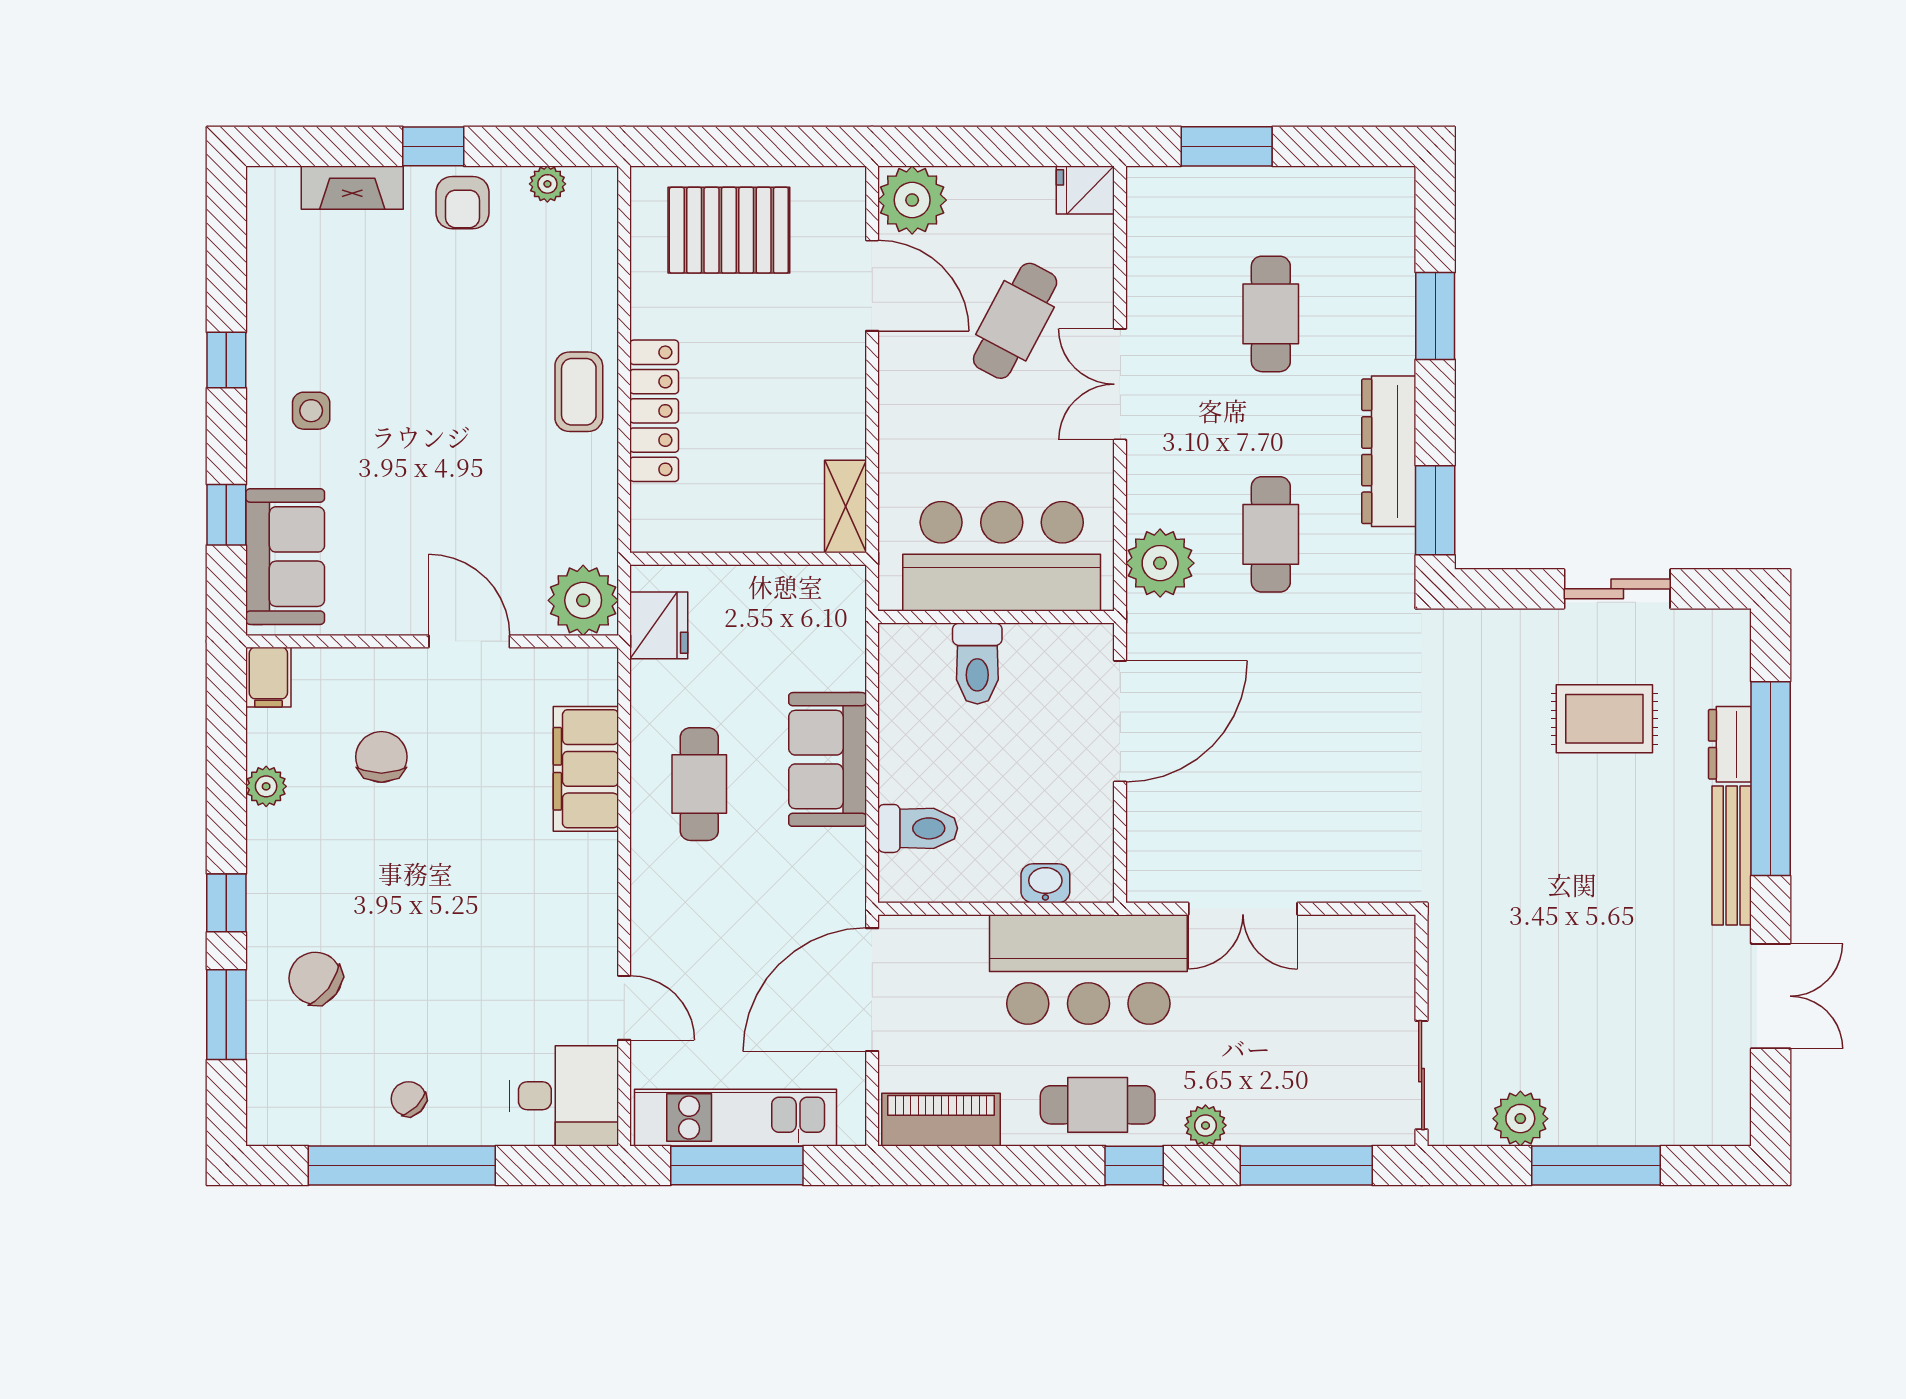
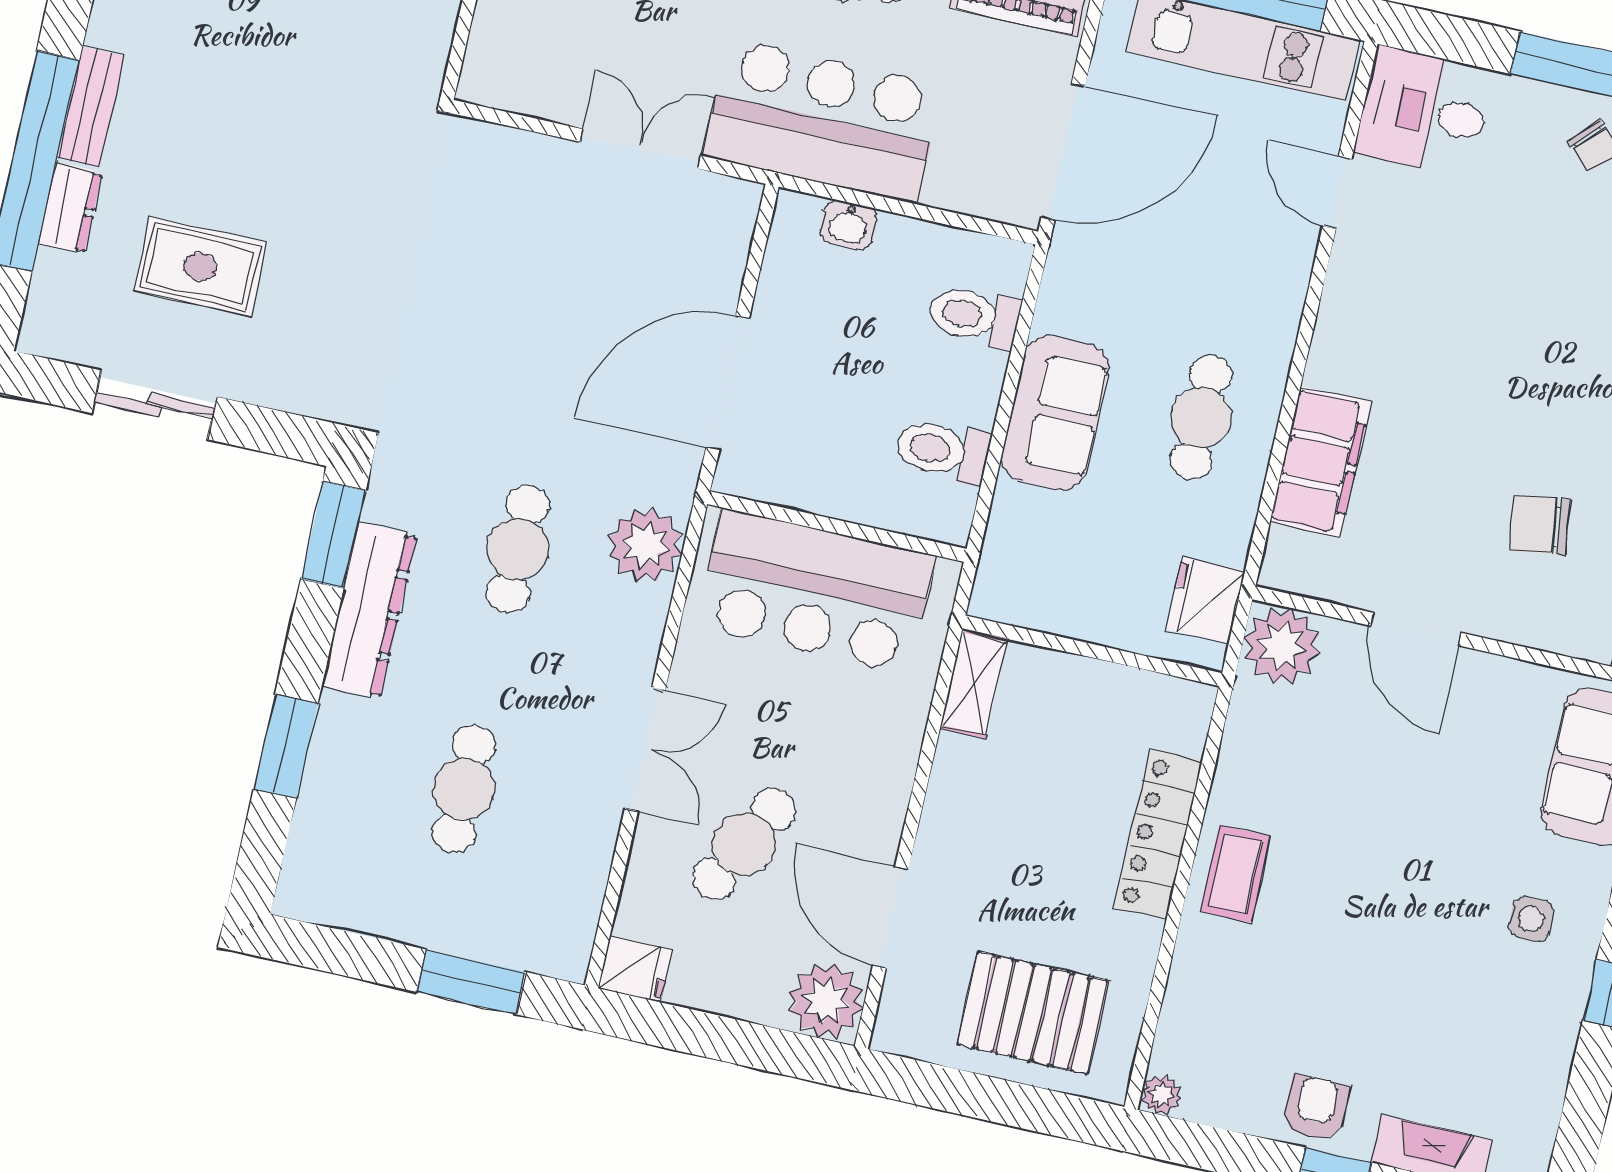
plant: (547, 184) -> (1161, 1095), moved
toilet: (977, 663) -> (943, 451), moved, turned -90
chair: (381, 757) -> (1540, 525), turned 82
bench: (1732, 856) -> (91, 107), width x0.73

